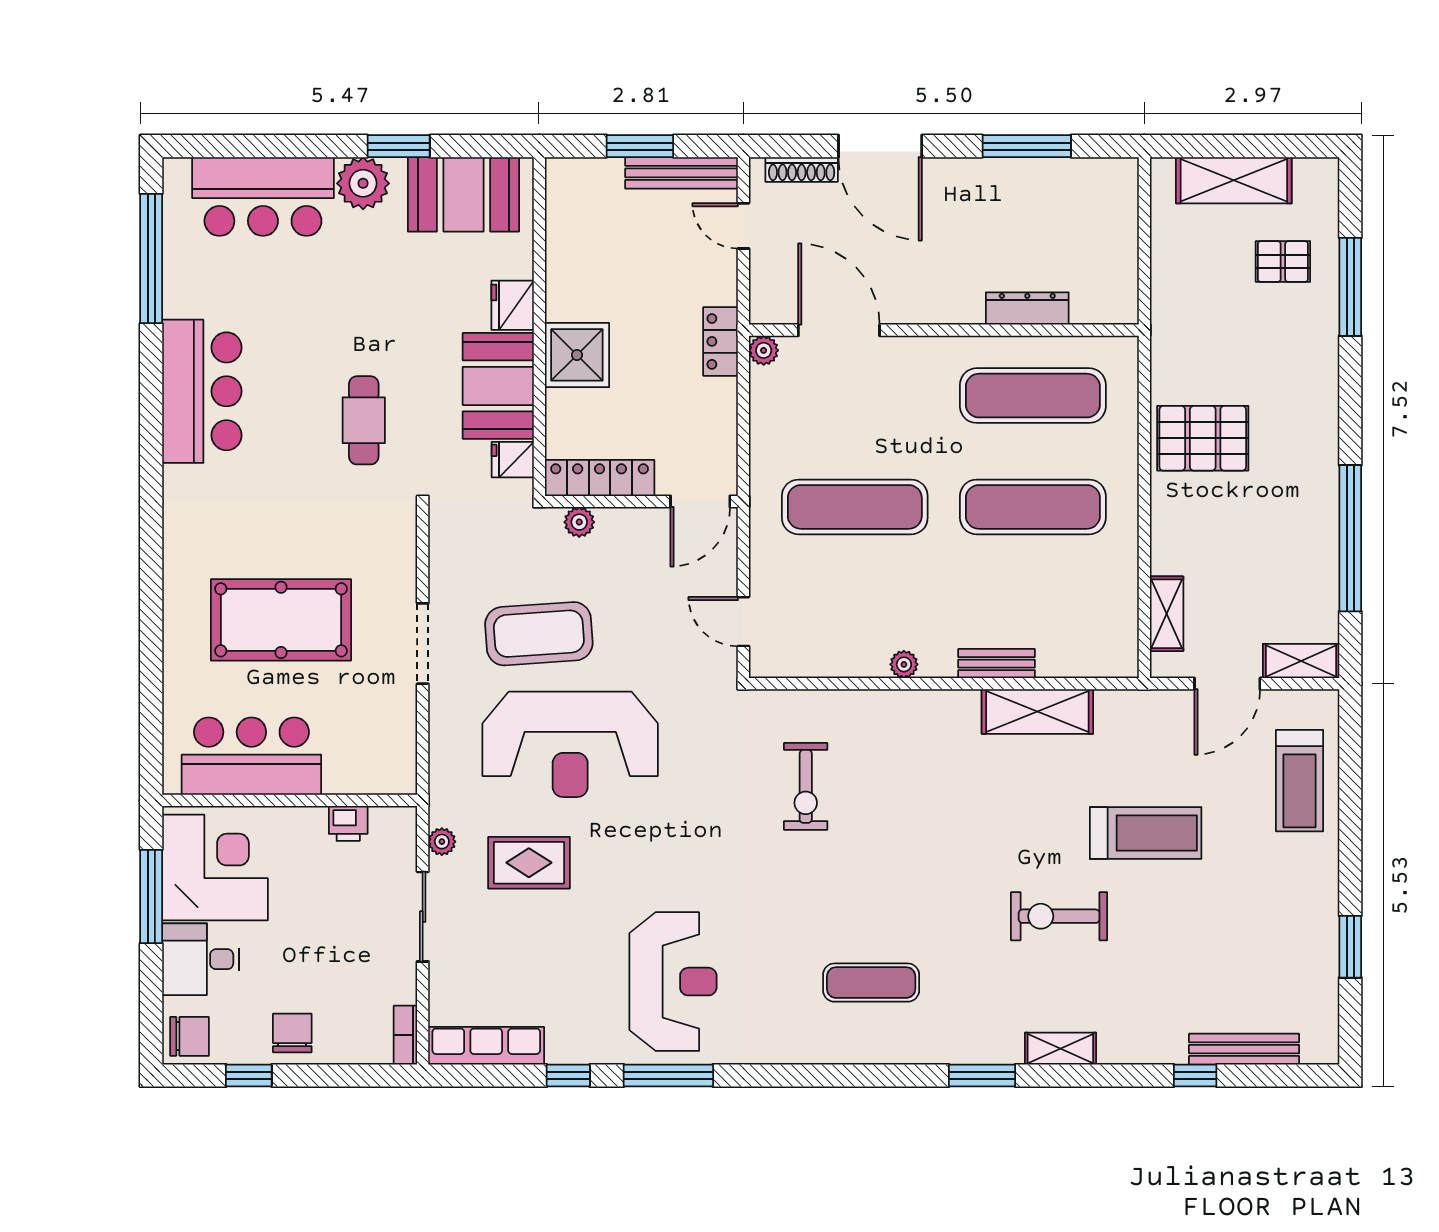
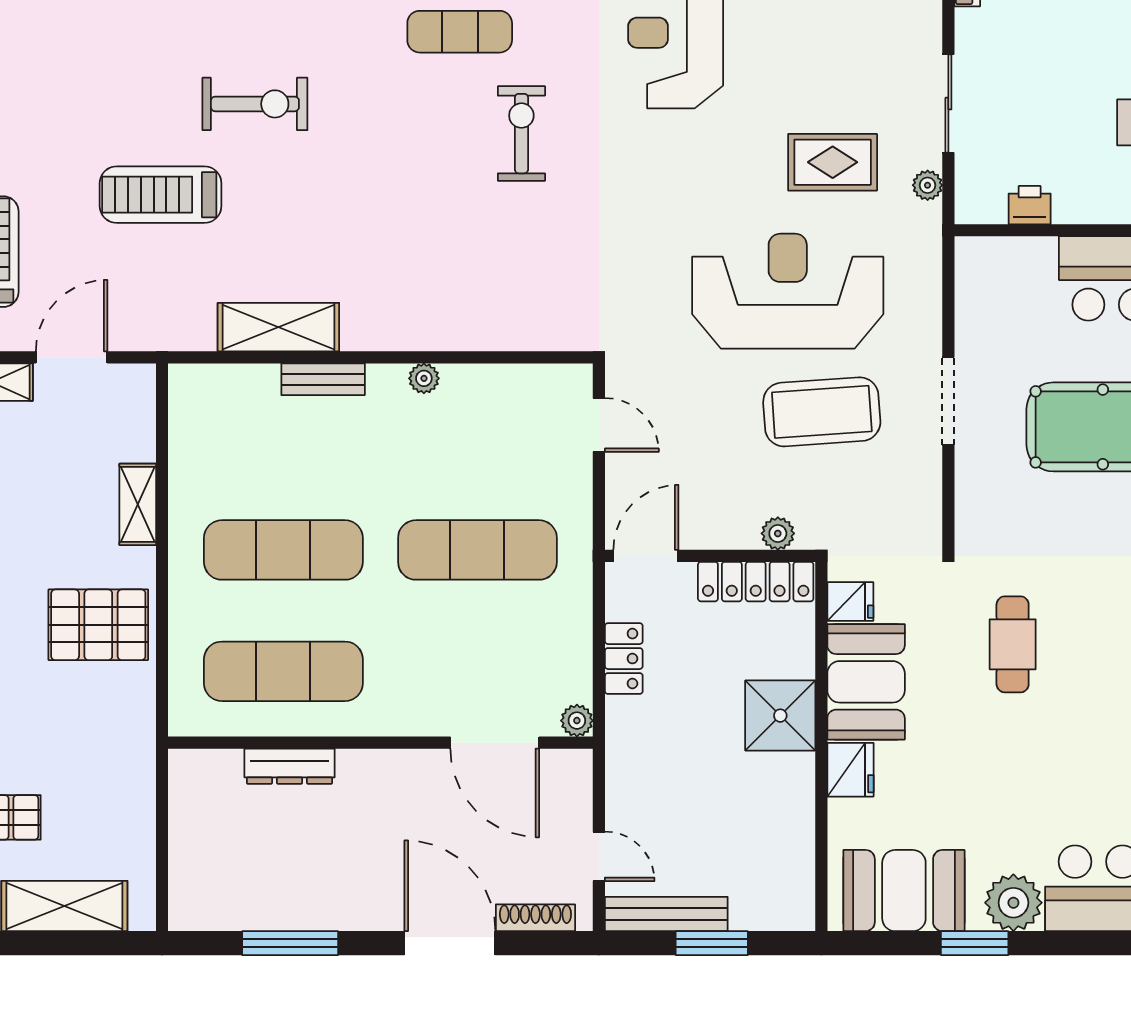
locker: (721, 341) -> (624, 659), moved
shelving: (1167, 614) -> (138, 504), moved
exercise bike: (806, 786) -> (521, 134), moved

